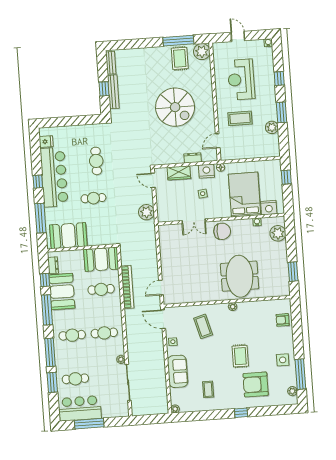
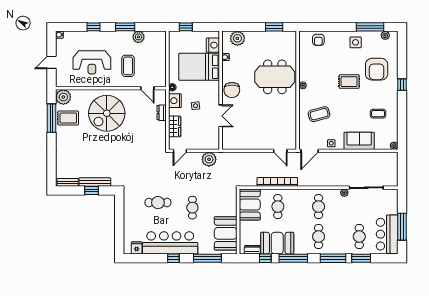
spiral stairs: (175, 107) -> (107, 113), moved, turned 180
chair: (222, 231) -> (232, 90), turned 180

